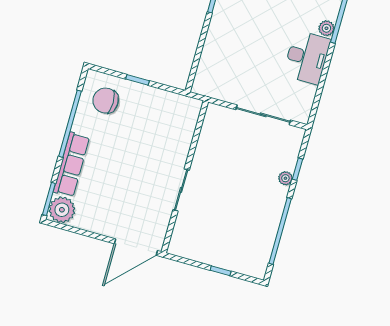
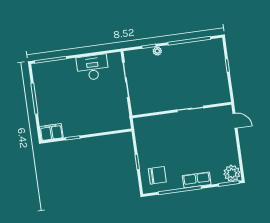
plant: (326, 28) -> (60, 65), removed
desk: (307, 57) -> (93, 67), moved
chair: (106, 101) -> (157, 175), turned -90
row of seats: (71, 164) -> (197, 180), width x0.68
door: (136, 247) -> (235, 121), width x0.53

